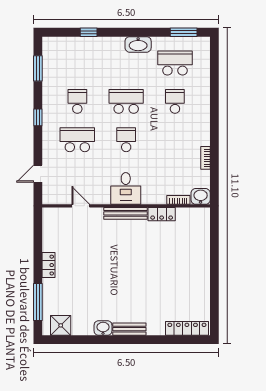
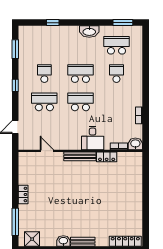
school desk: (126, 140) -> (80, 102), width x1.85
desk: (126, 188) -> (93, 138), moved

